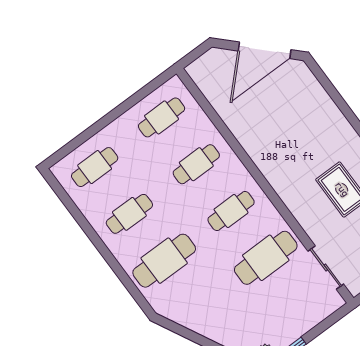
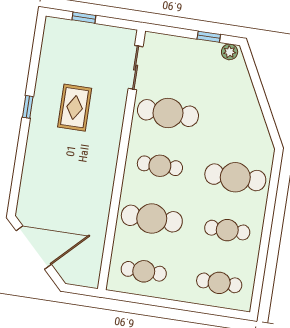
cafe table: (196, 164) -> (152, 219), width x1.37, depth x1.35

